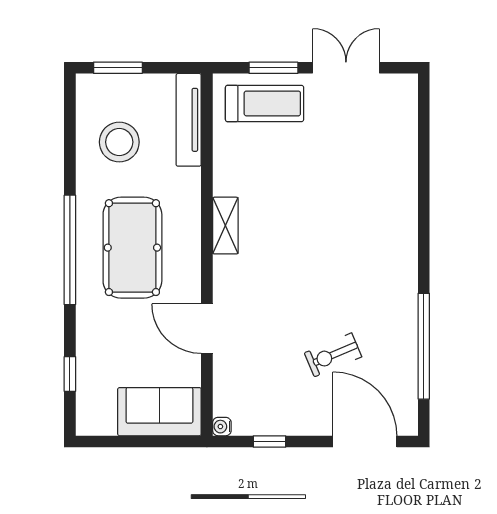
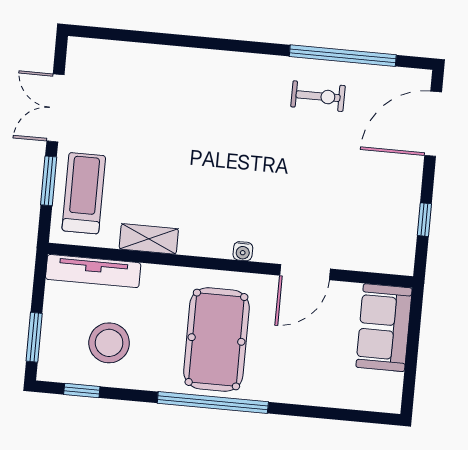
shelving: (225, 226) -> (149, 239), moved
pool table: (132, 248) -> (216, 339), turned 90
exercise bike: (333, 355) -> (318, 96), moved, turned -67
window: (70, 374) -> (82, 390), moved
water cooler: (222, 427) -> (243, 251), moved

